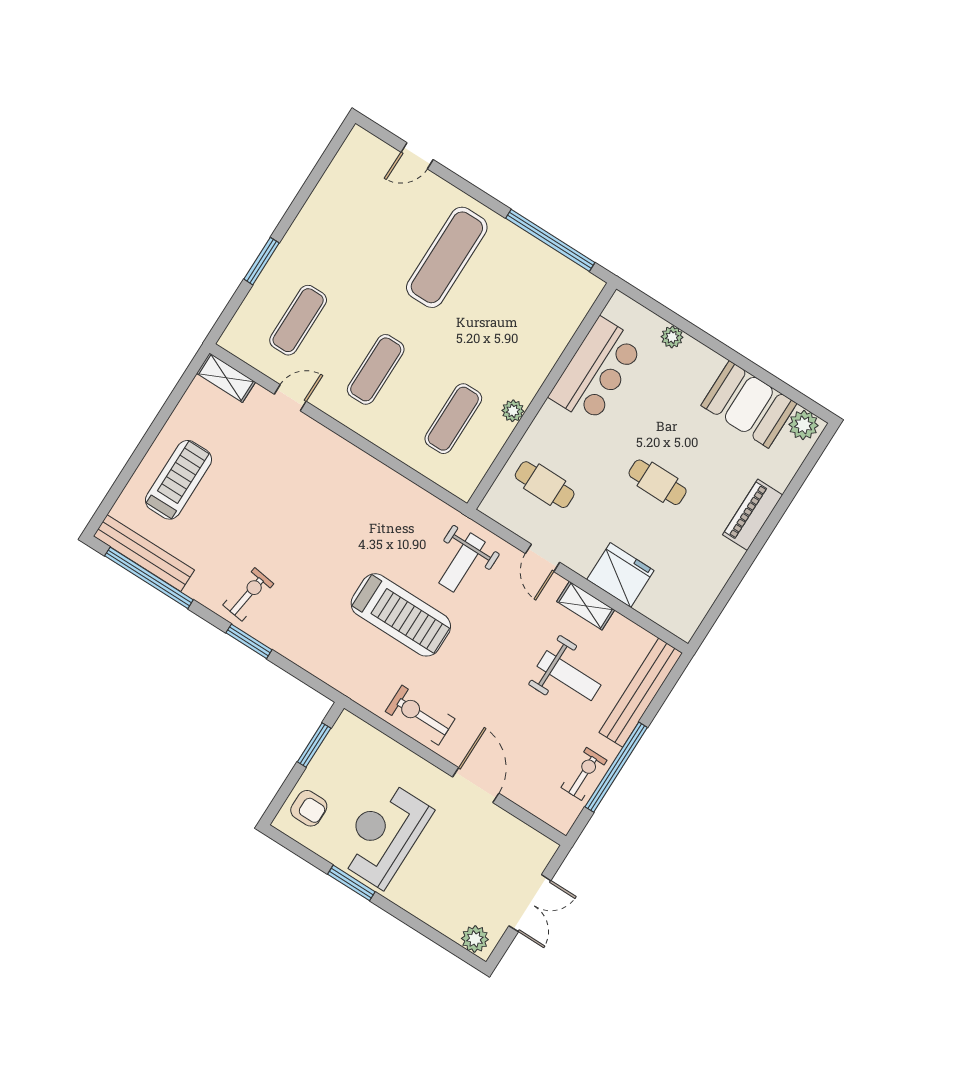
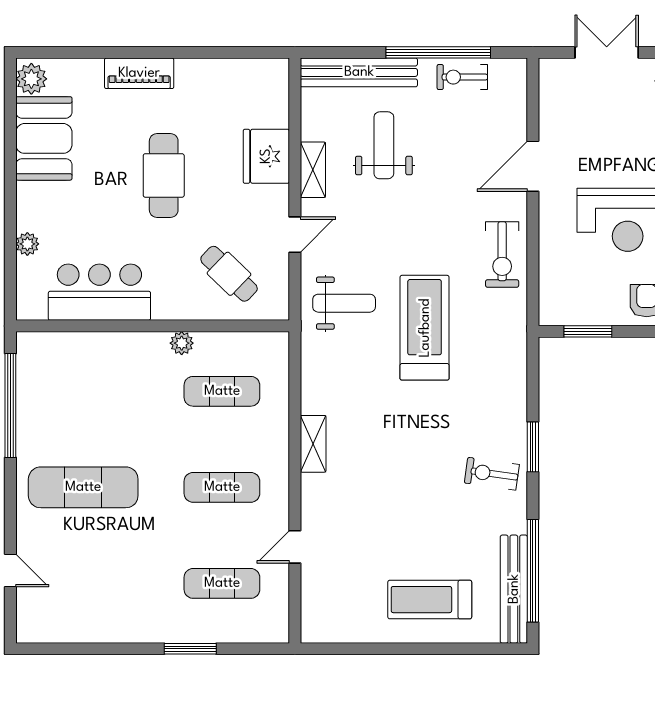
shelving: (226, 378) -> (313, 444), moved
door: (290, 398) -> (295, 547), hinge flipped
cafe table: (658, 482) -> (164, 175), width x1.37, depth x1.35
cafe table: (545, 485) -> (229, 274), turned -46

